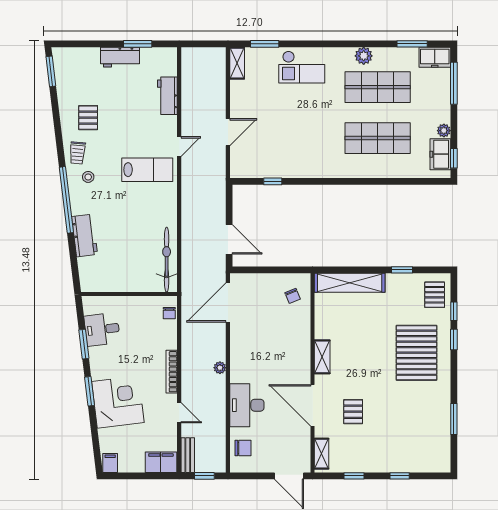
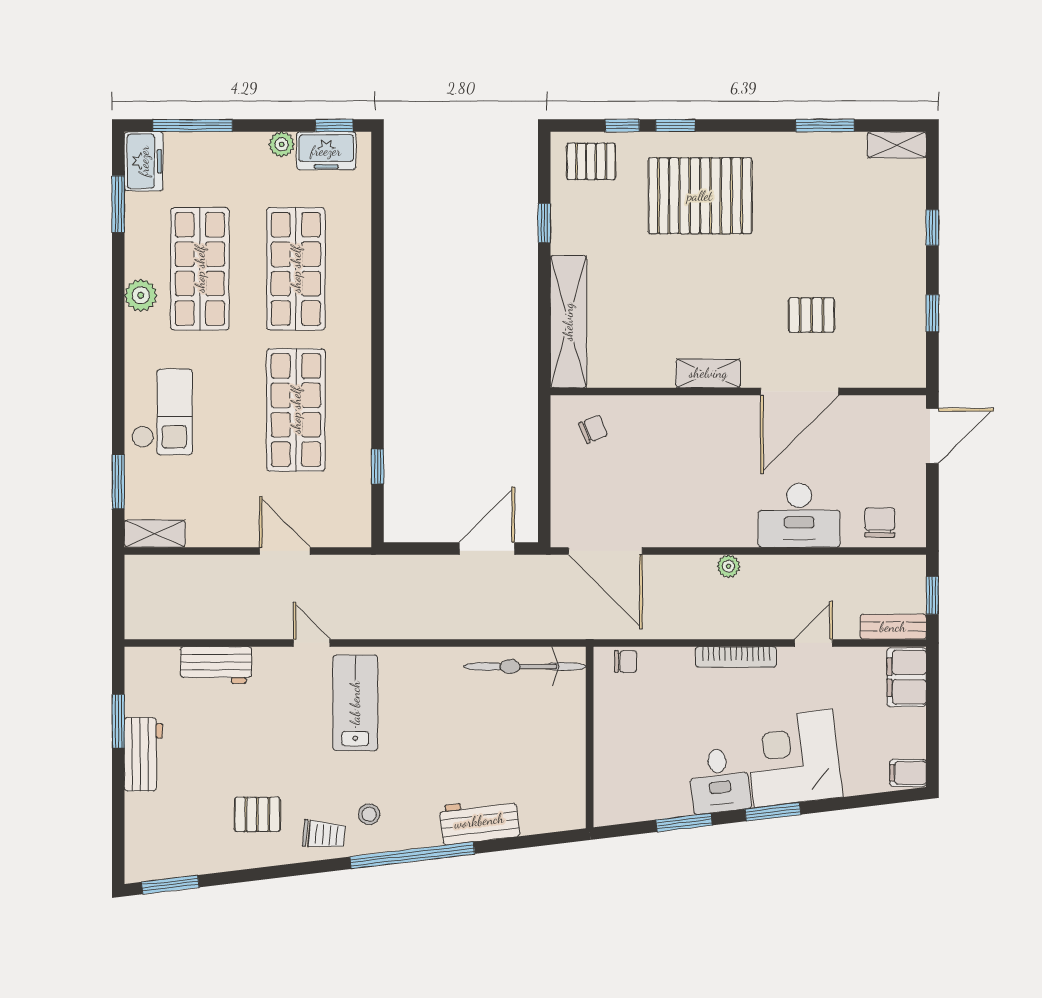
shop shelf: (303, 138) -> (296, 410), added
desk: (102, 329) -> (719, 780), moved
shelving: (322, 454) -> (897, 145), moved

